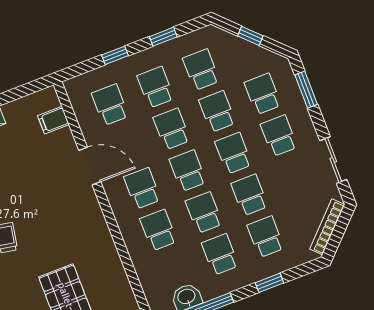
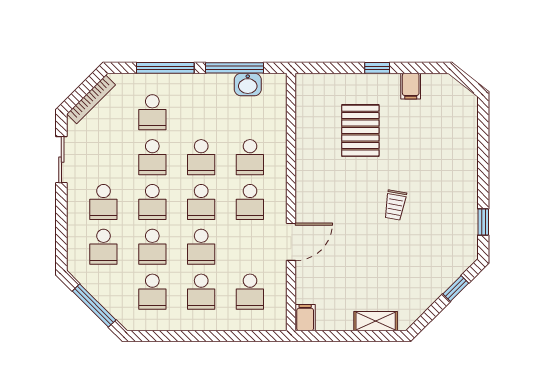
window: (250, 36) -> (94, 305), width x2.17
window: (163, 37) -> (176, 336), removed
window: (115, 55) -> (227, 336), removed
window: (306, 90) -> (61, 235), removed
filing cabinet: (53, 120) -> (305, 318), moved, turned -90
door: (90, 166) -> (291, 242), swing flipped
school desk: (220, 254) -> (201, 112), removed
window: (269, 283) -> (165, 68), width x2.17

